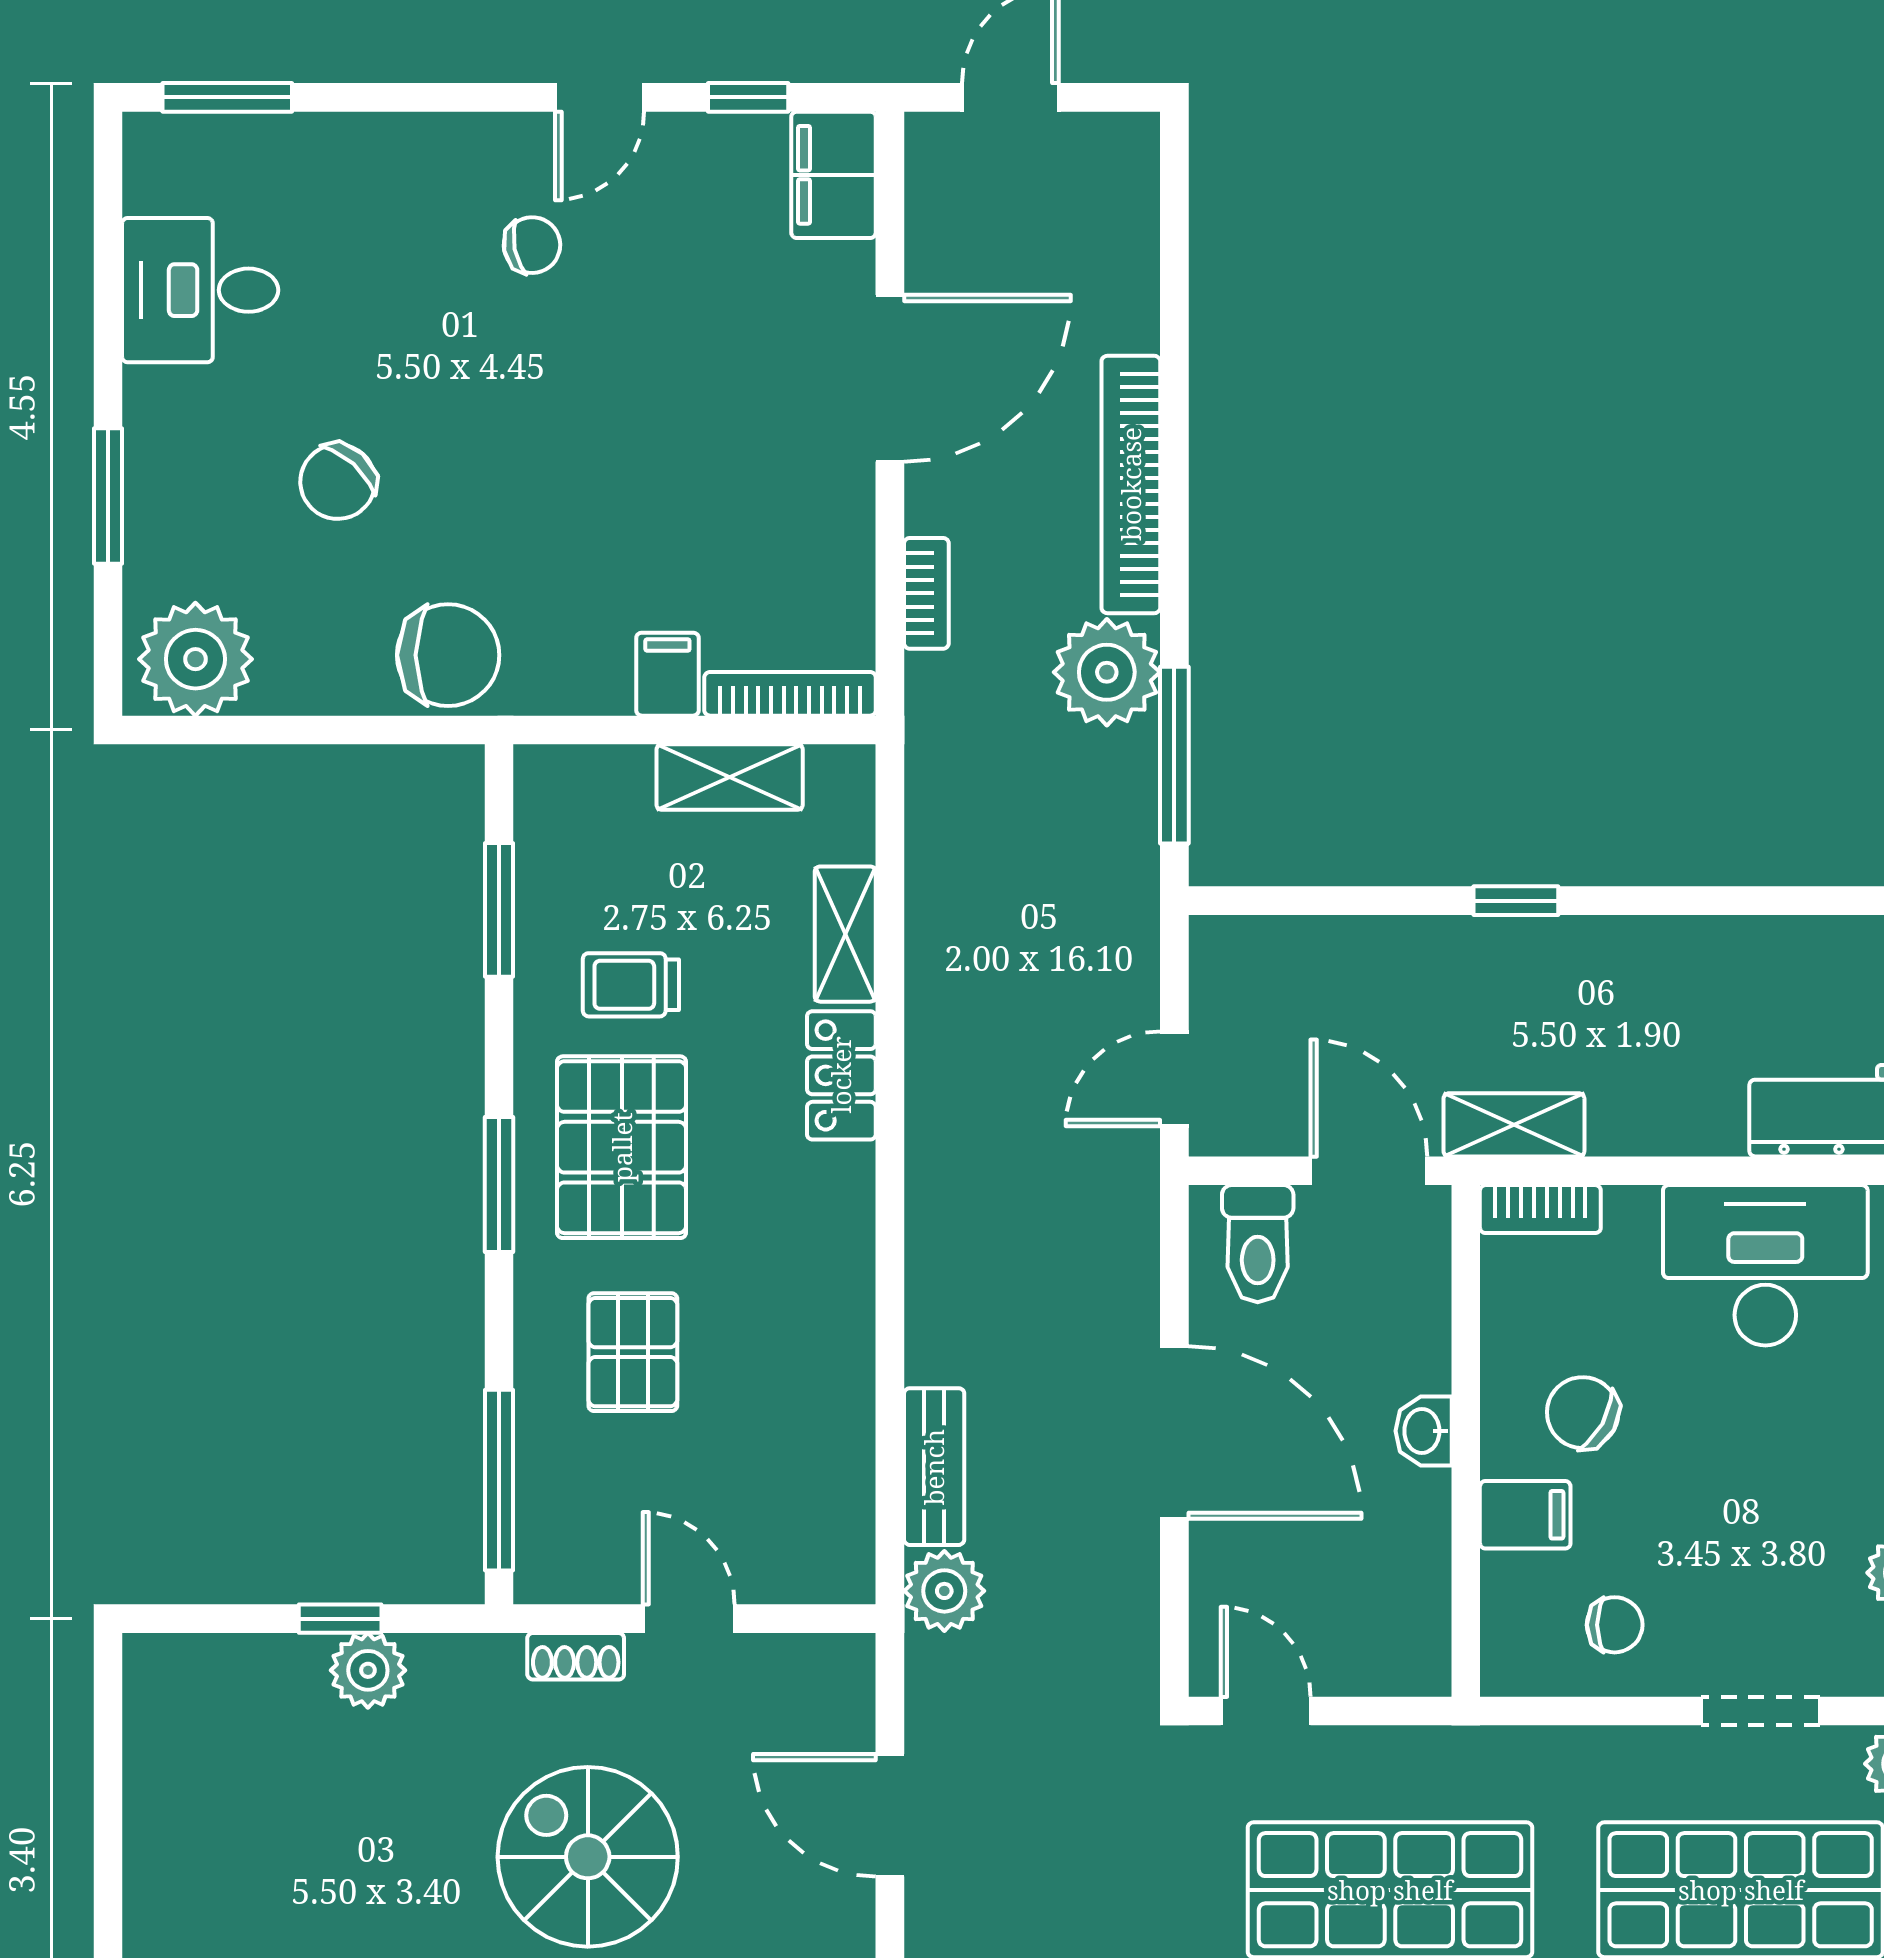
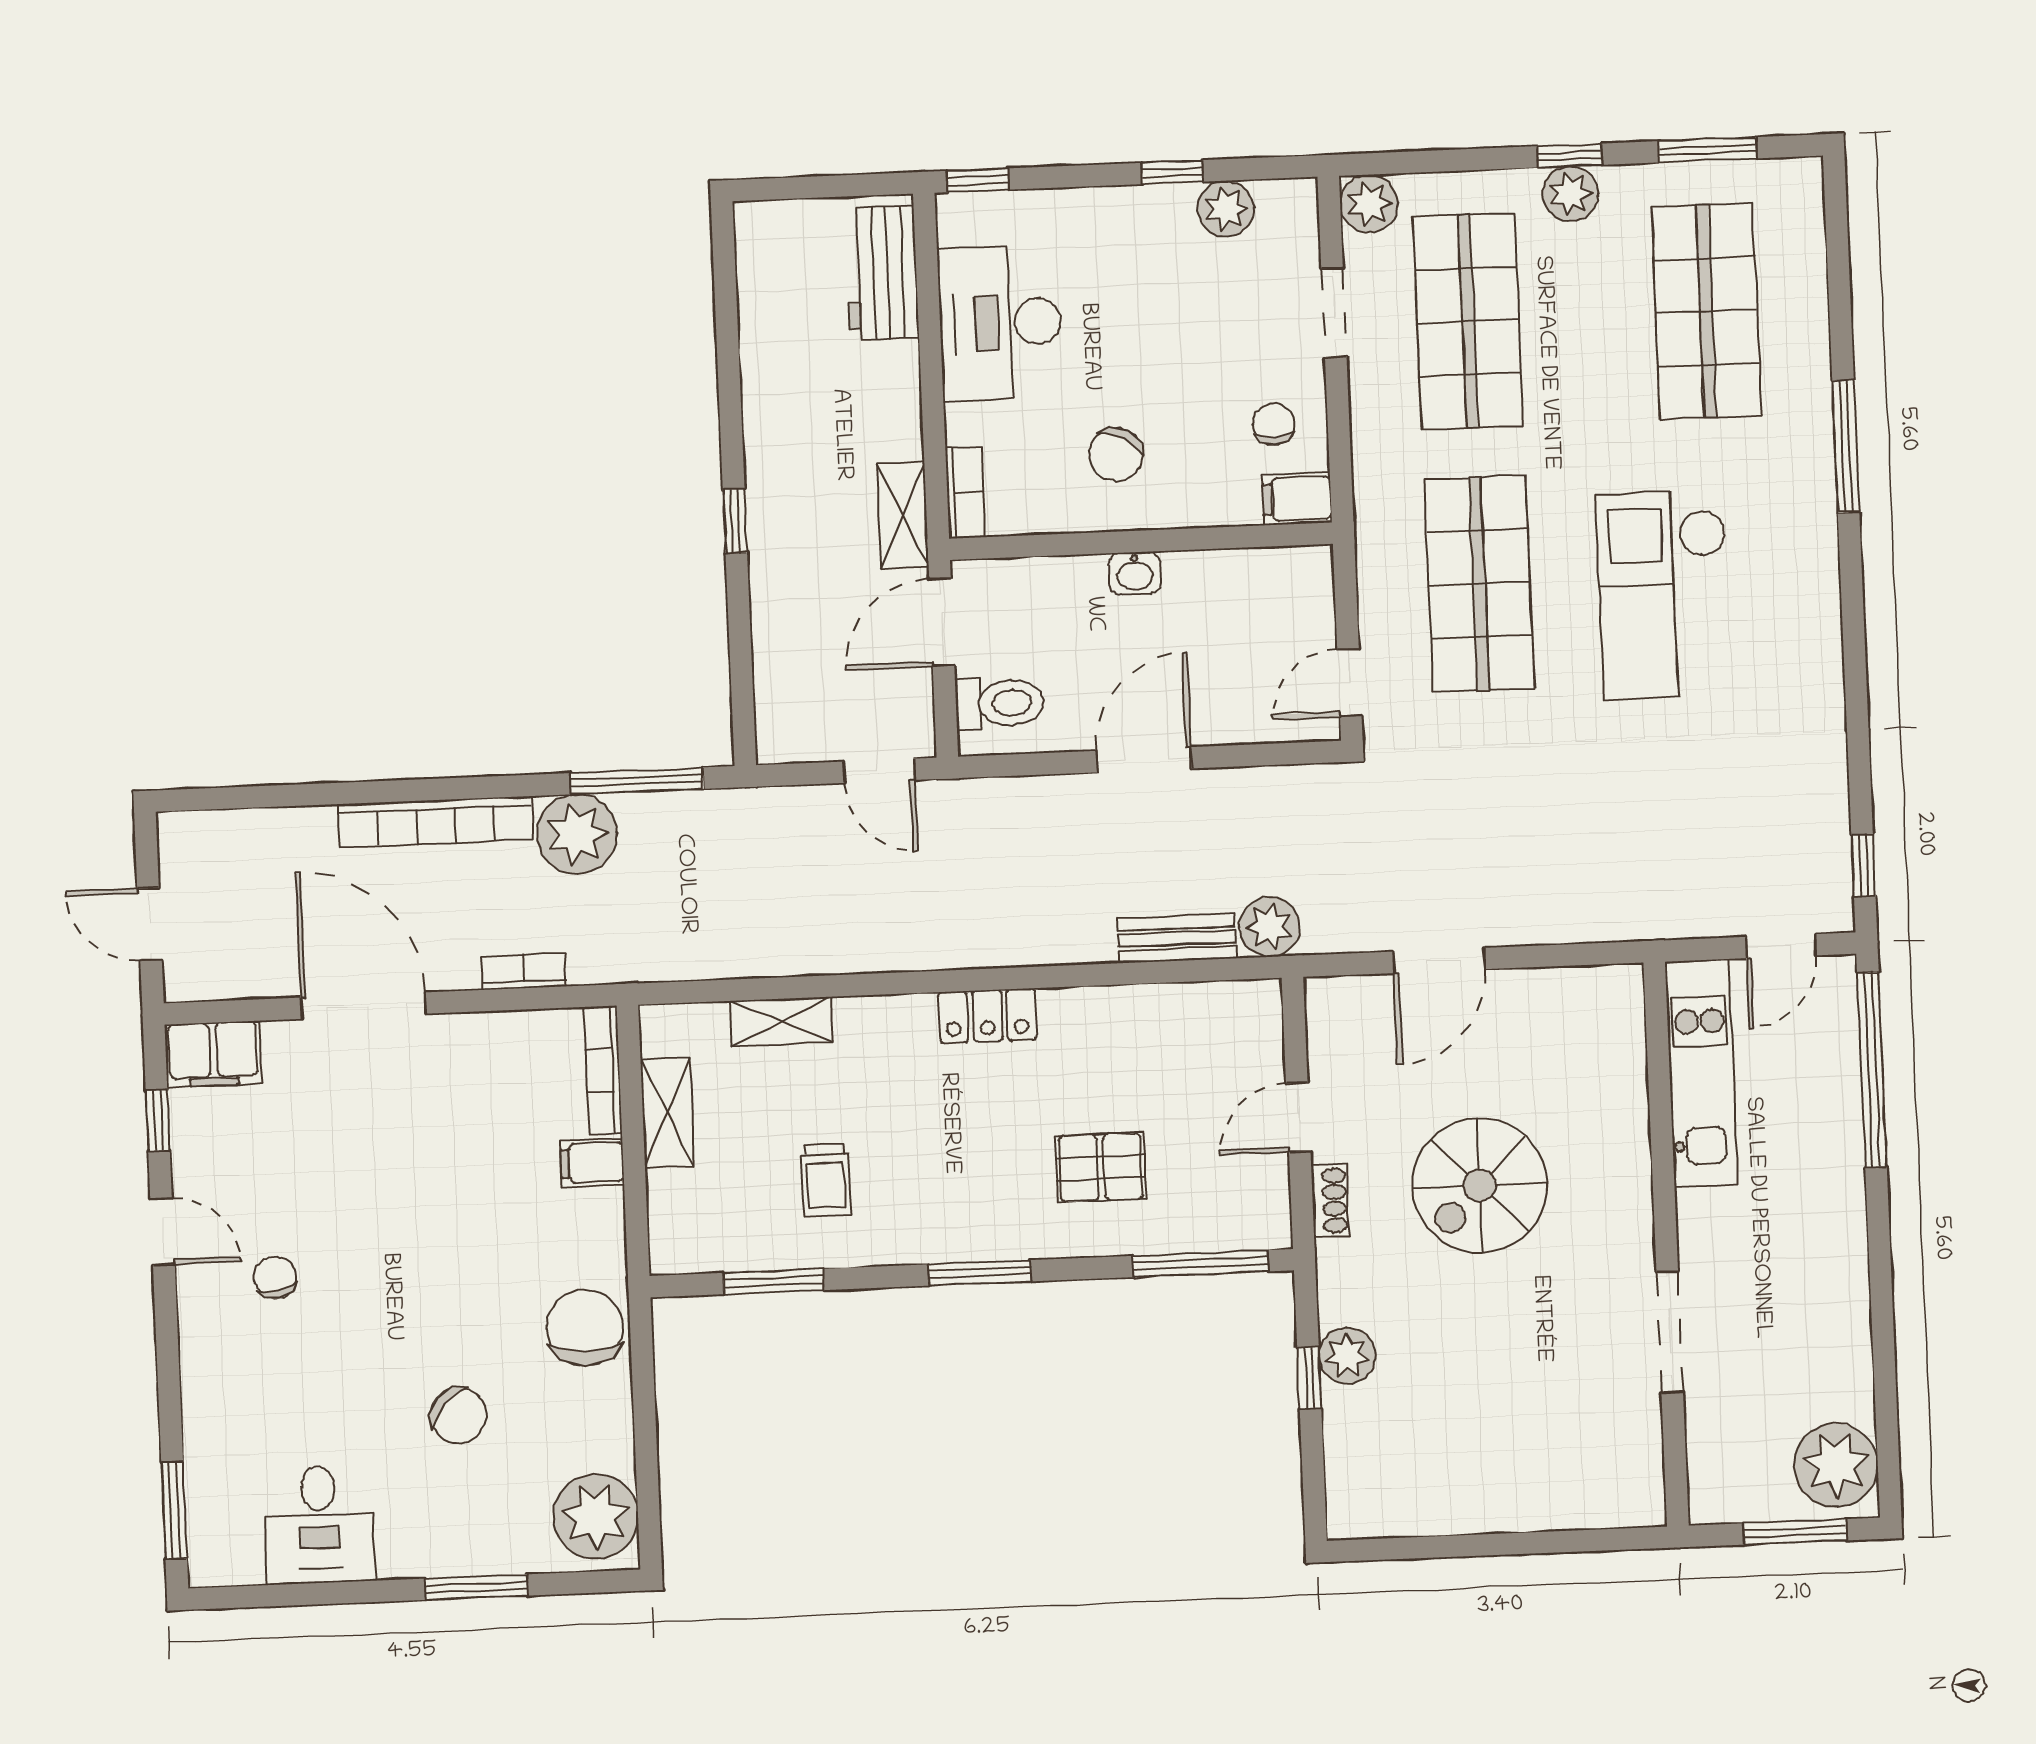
locker: (841, 1075) -> (987, 1016), moved
pallet: (622, 1147) -> (948, 1182), removed
door: (1174, 1432) -> (1144, 760), width x0.73
filing cabinet: (1525, 1515) -> (1297, 499), moved, turned -90

